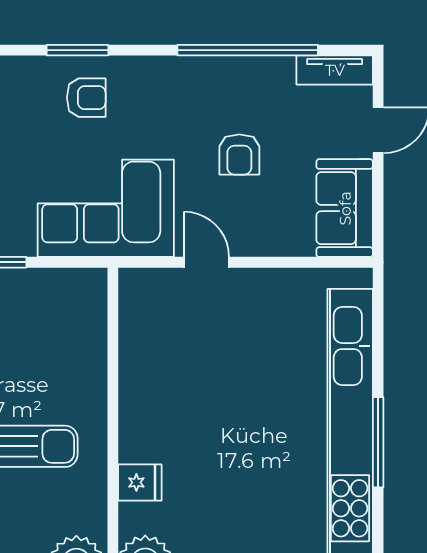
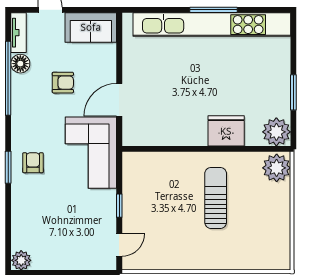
floor lamp: (275, 73) -> (20, 64), added
door: (206, 262) -> (119, 100), width x1.37
fridge: (140, 482) -> (226, 131), width x1.88, depth x1.34

